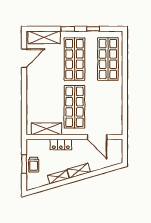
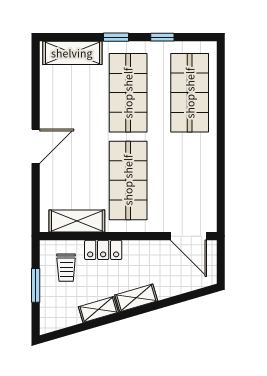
door: (24, 58) -> (36, 146), moved
door: (97, 137) -> (189, 236), moved
trolley: (34, 165) -> (66, 268), moved

